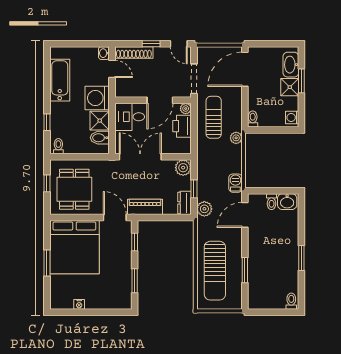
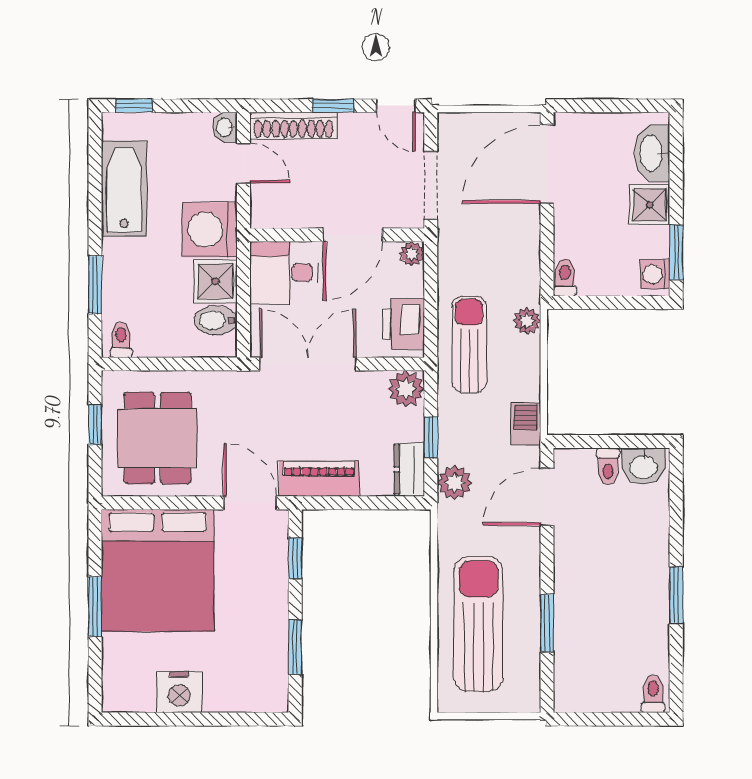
window: (64, 44) -> (134, 106), added
window: (301, 81) -> (676, 252), moved
sun lounger: (214, 117) -> (469, 344), moved
window: (47, 122) -> (95, 285), width x1.50
printer: (182, 126) -> (403, 324), moved
sun lounger: (215, 271) -> (479, 624), turned 180
nightstand: (79, 304) -> (179, 692), width x1.89, depth x1.79

